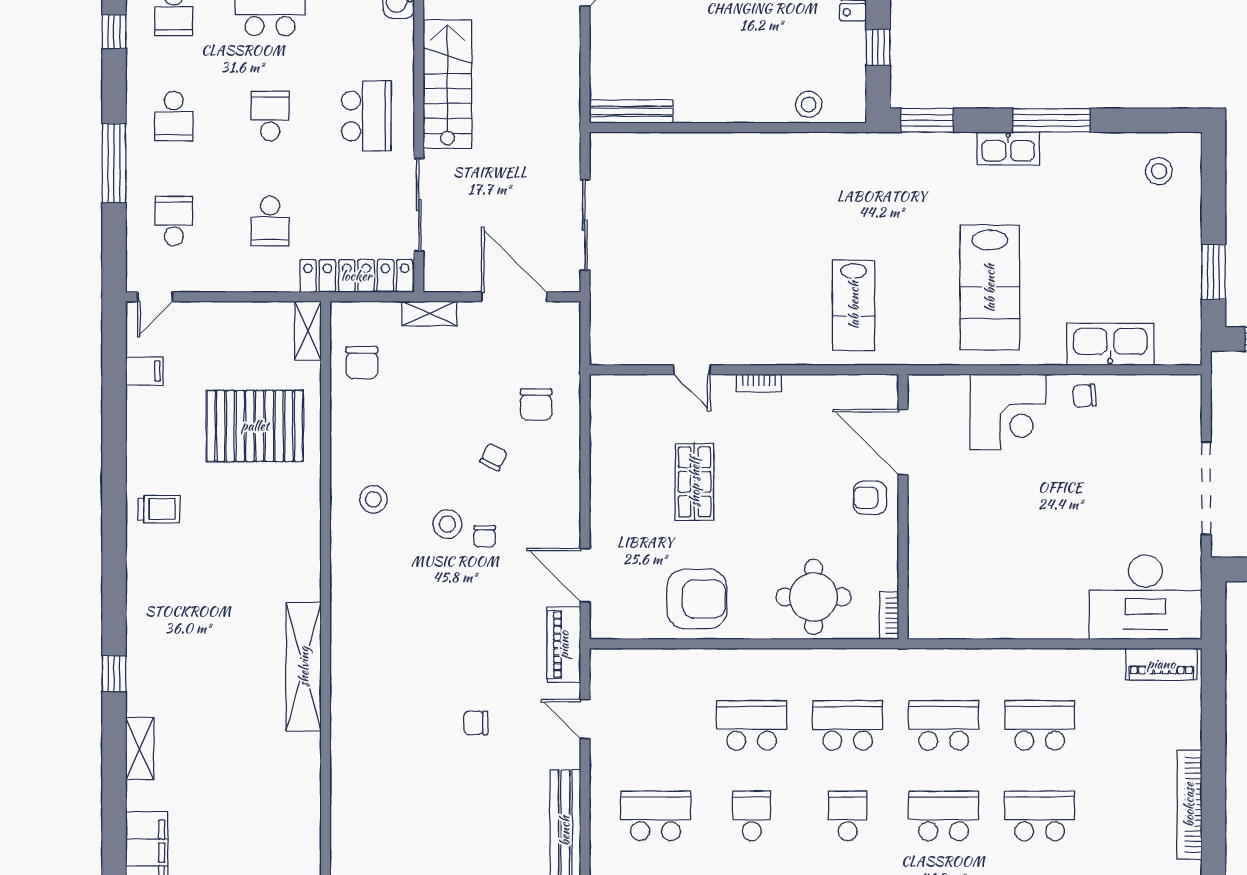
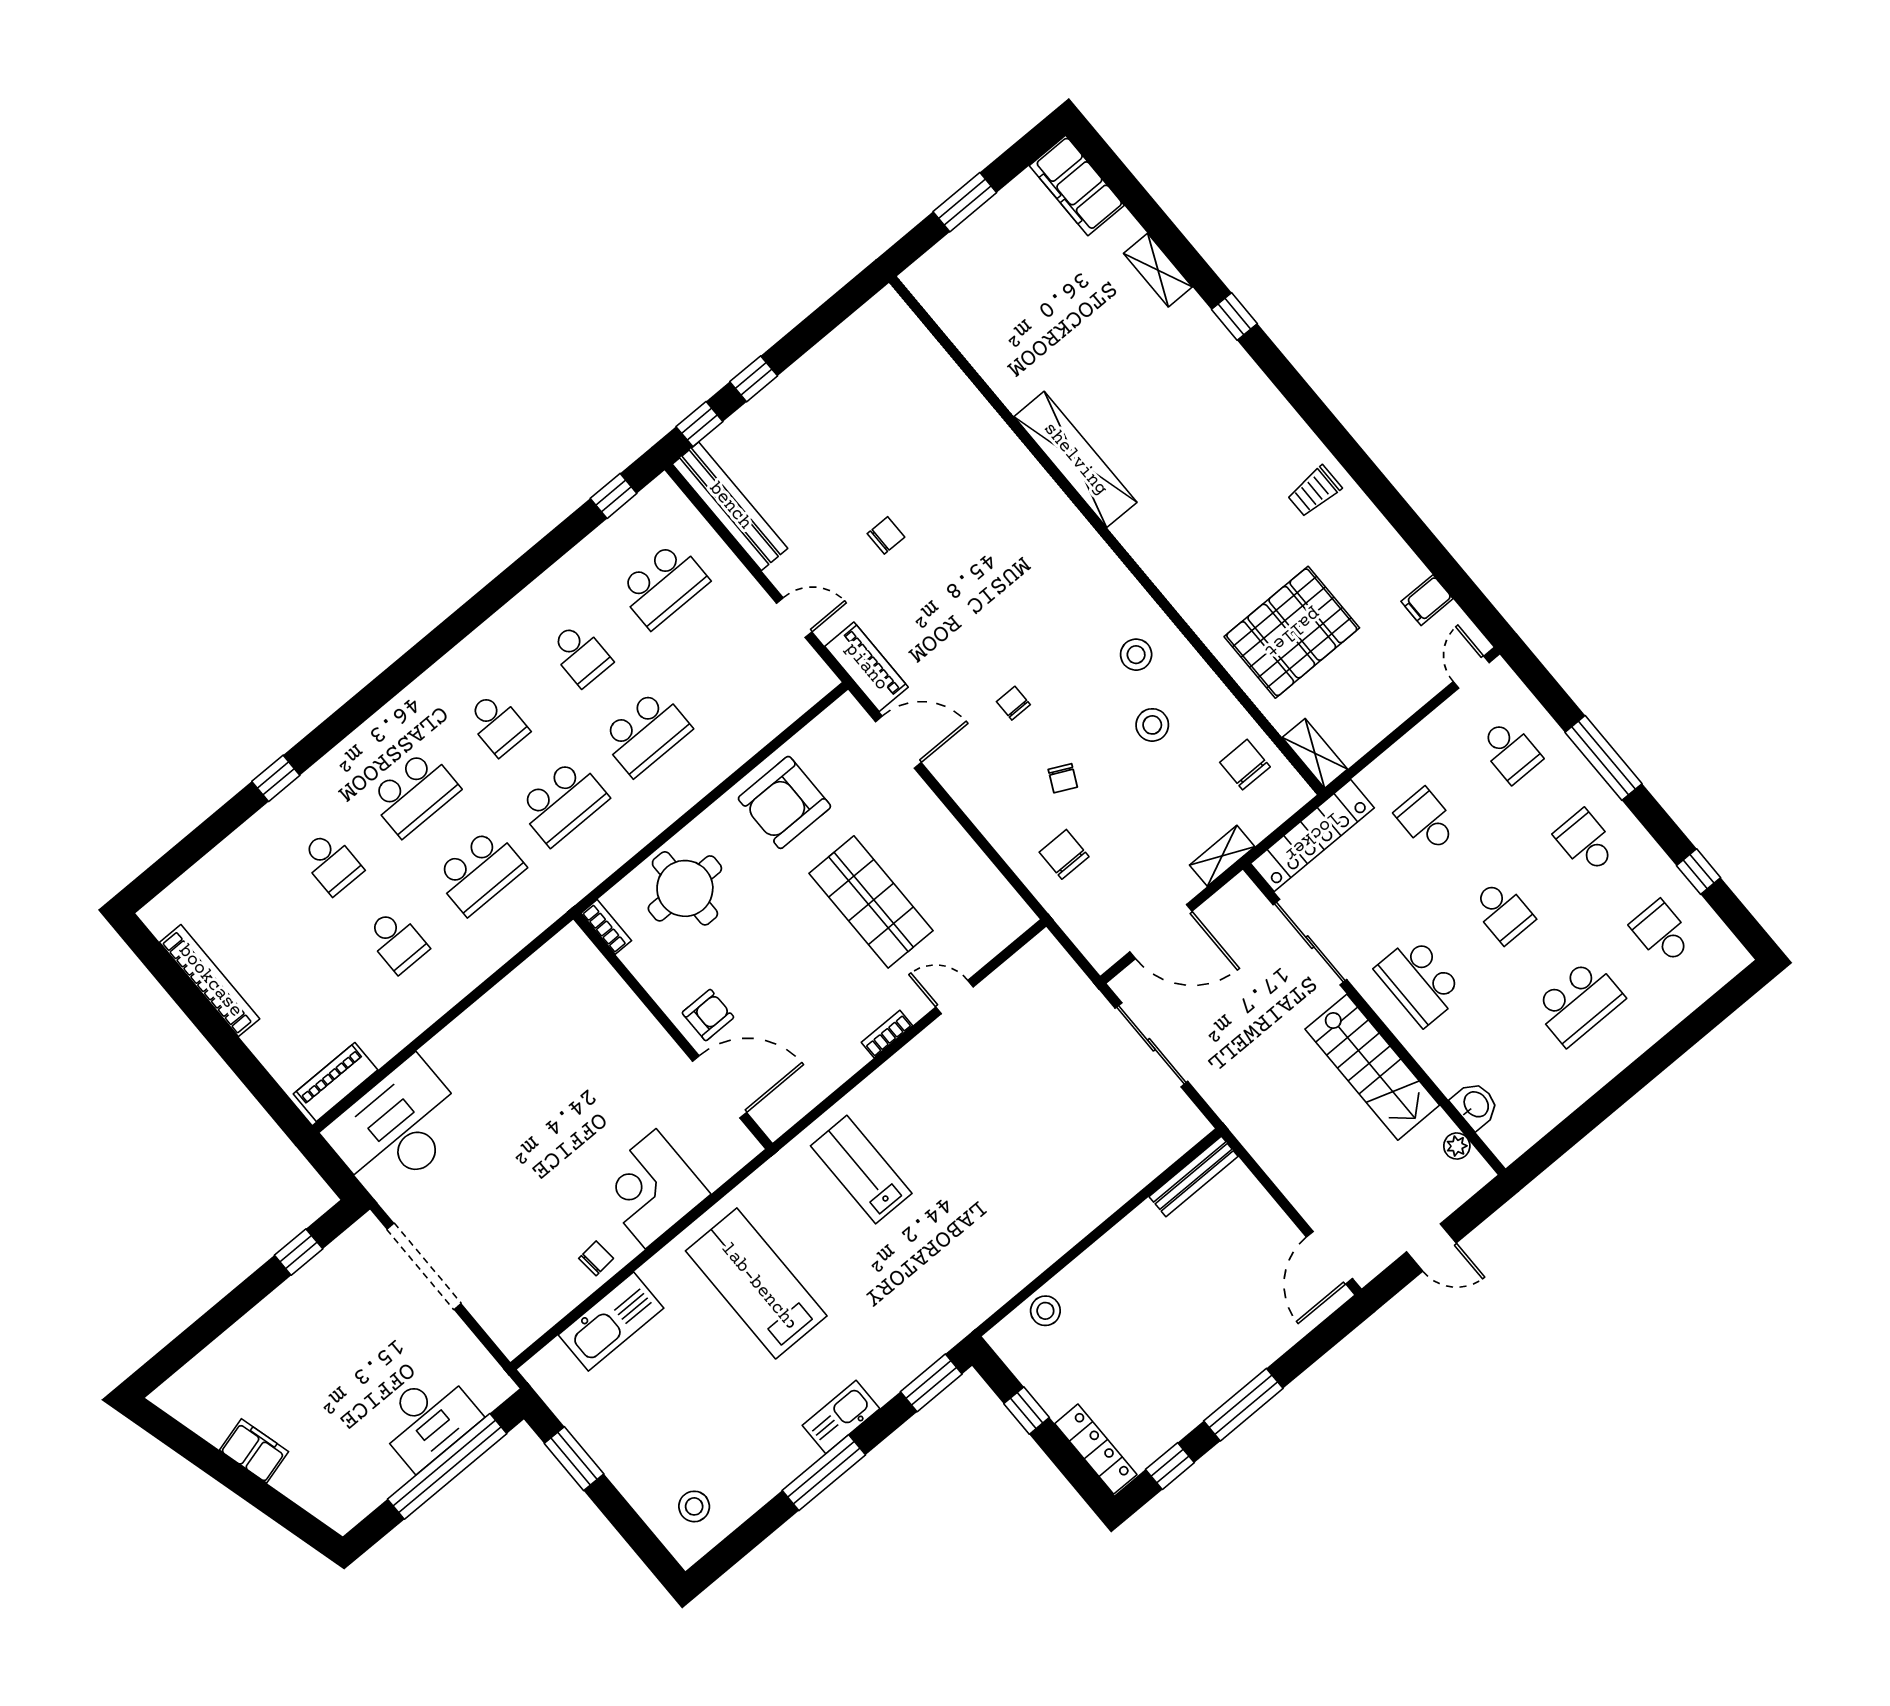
shop shelf: (695, 482) -> (871, 902), width x1.43, depth x1.36
stool: (447, 524) -> (1152, 725), moved
school desk: (1040, 725) -> (397, 941), width x0.54
school desk: (1040, 816) -> (331, 863), width x0.54

